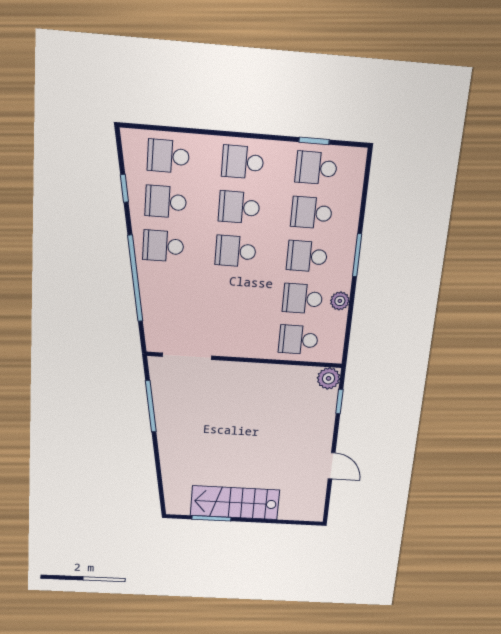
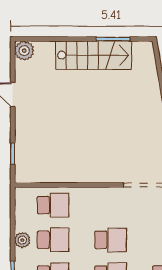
school desk: (232, 294) -> (111, 240), added
plant: (329, 378) -> (24, 51), moved

